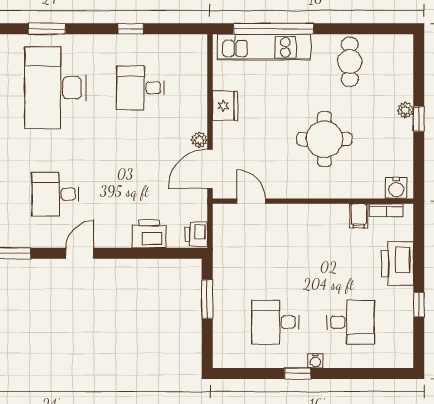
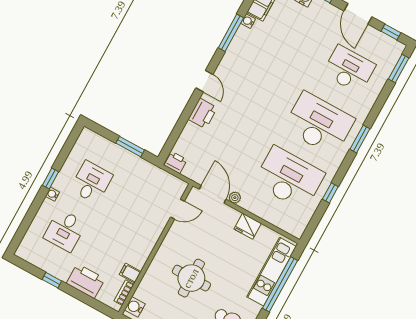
desk: (141, 88) -> (289, 178), width x1.87, depth x1.30
desk: (55, 194) -> (251, 86), removed
printer: (149, 234) -> (203, 113), moved

